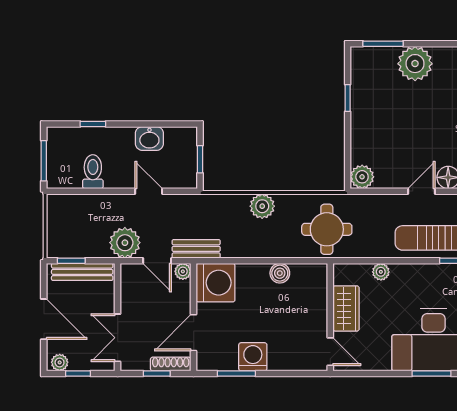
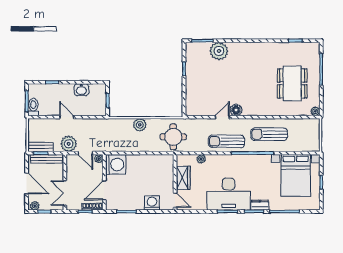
toilet: (93, 172) -> (33, 107), moved
plant: (362, 177) -> (191, 110), removed
door: (149, 191) -> (67, 117), moved
bench: (196, 249) -> (40, 147), moved
boiler: (280, 273) -> (149, 160), removed
washing machine: (253, 357) -> (152, 203), moved

